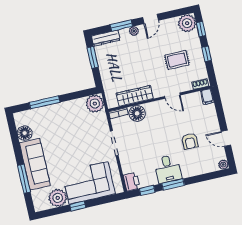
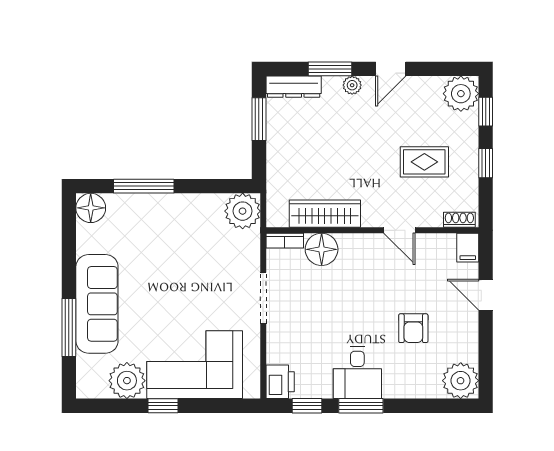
floor lamp: (25, 133) -> (91, 208), moved
door: (226, 138) -> (486, 295), moved
plant: (223, 165) -> (461, 381), width x1.87, depth x1.87

